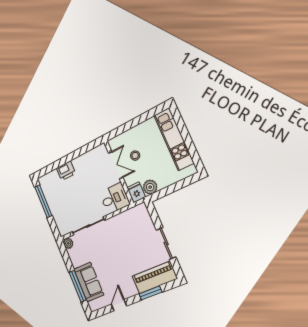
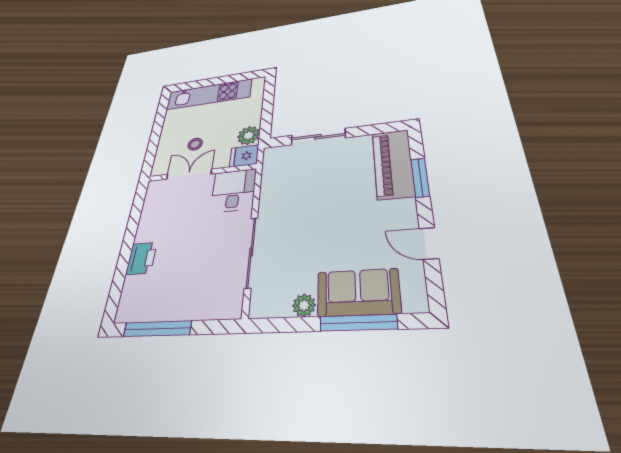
plant: (68, 243) -> (304, 305), moved
sliding door: (166, 243) -> (318, 137), moved

